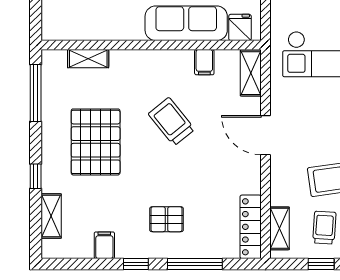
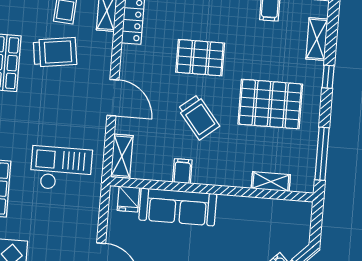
filing cabinet: (204, 62) -> (182, 171), moved
pallet: (96, 142) -> (270, 104), turned 90
pallet: (166, 219) -> (200, 58), moved, width x1.50, depth x1.42

